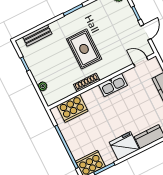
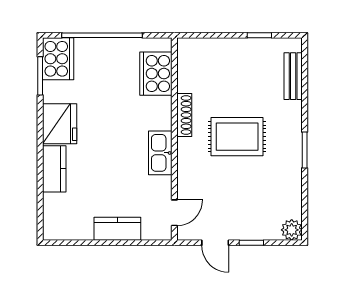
plant: (43, 86) -> (212, 45), removed

